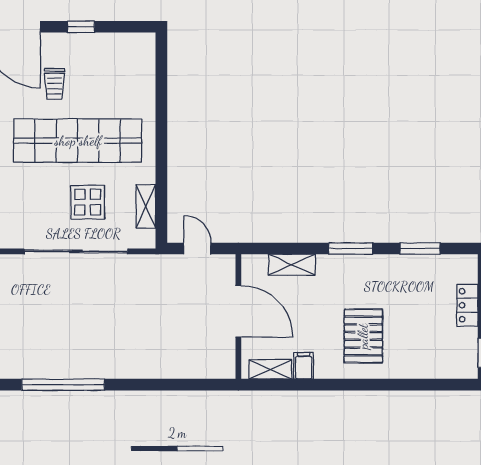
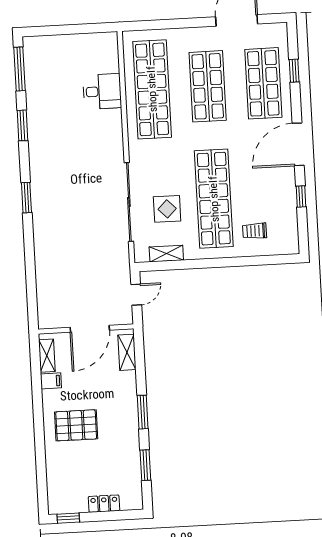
trolley: (54, 84) -> (255, 231), moved
shelving: (292, 265) -> (127, 352), moved
window: (63, 385) -> (26, 198), width x0.47

